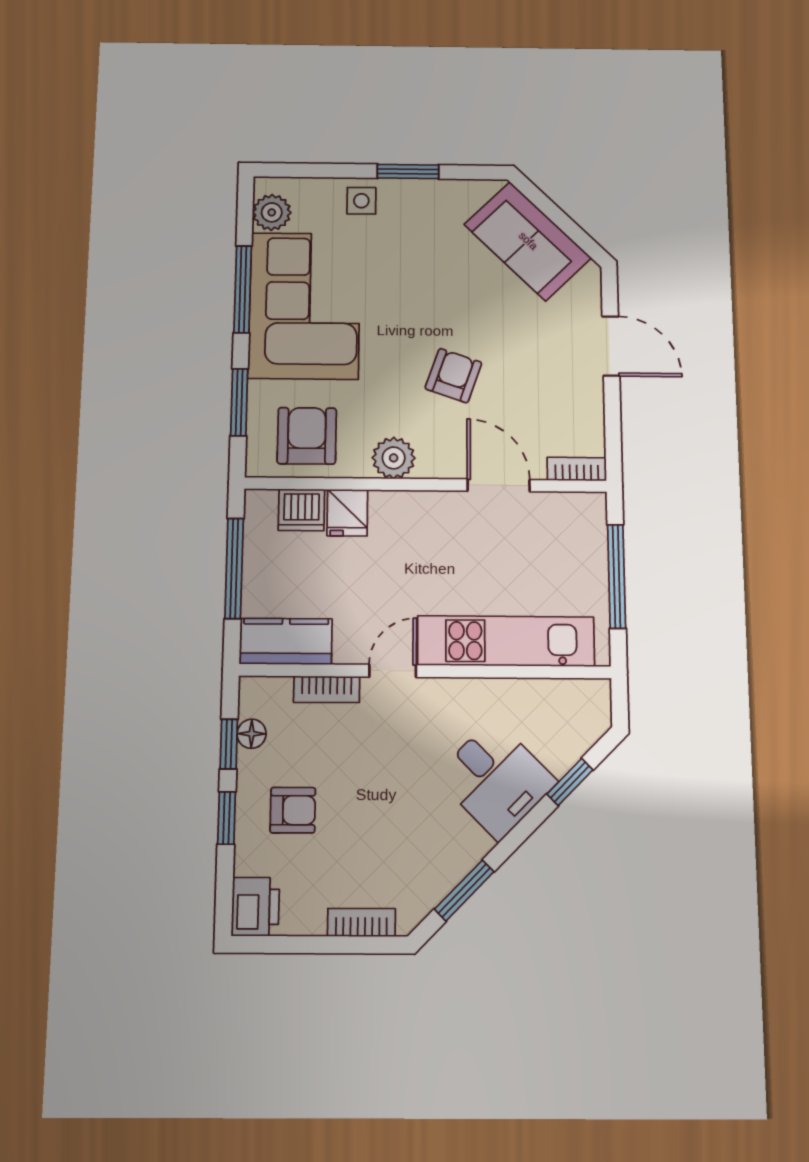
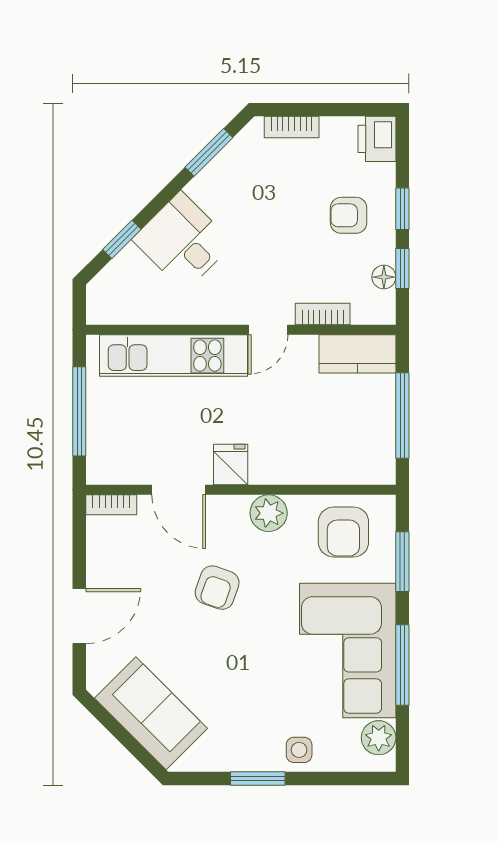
door: (611, 346) -> (79, 616), swing flipped
dishwasher: (301, 510) -> (347, 467), removed
fridge: (347, 513) -> (231, 464), moved

